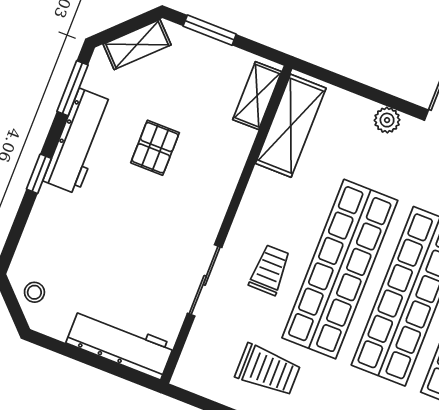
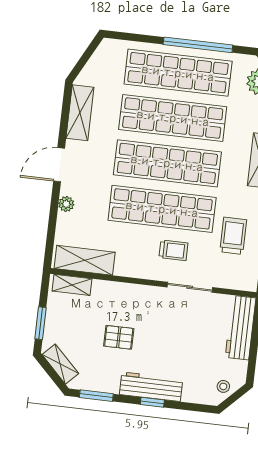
workbench: (78, 141) -> (151, 387), moved
trolley: (270, 270) -> (173, 250), turned 180

